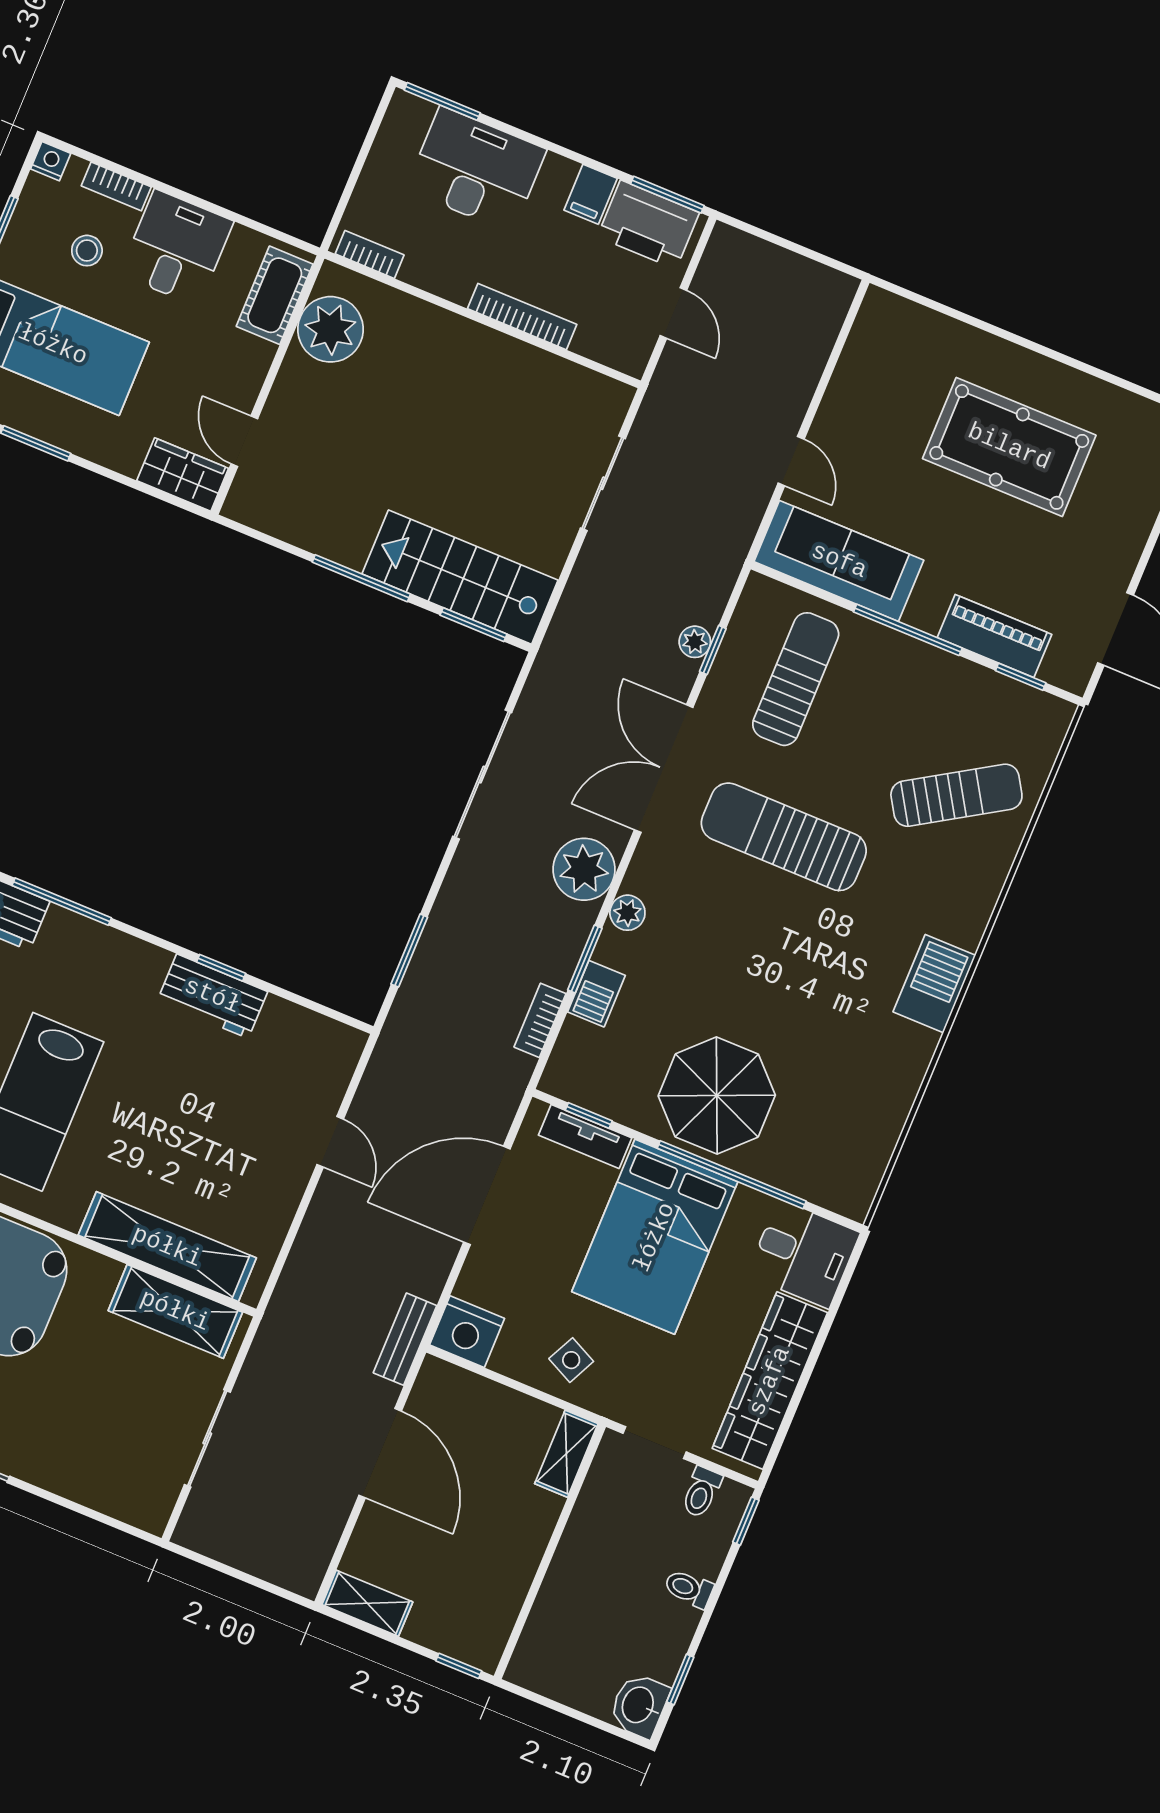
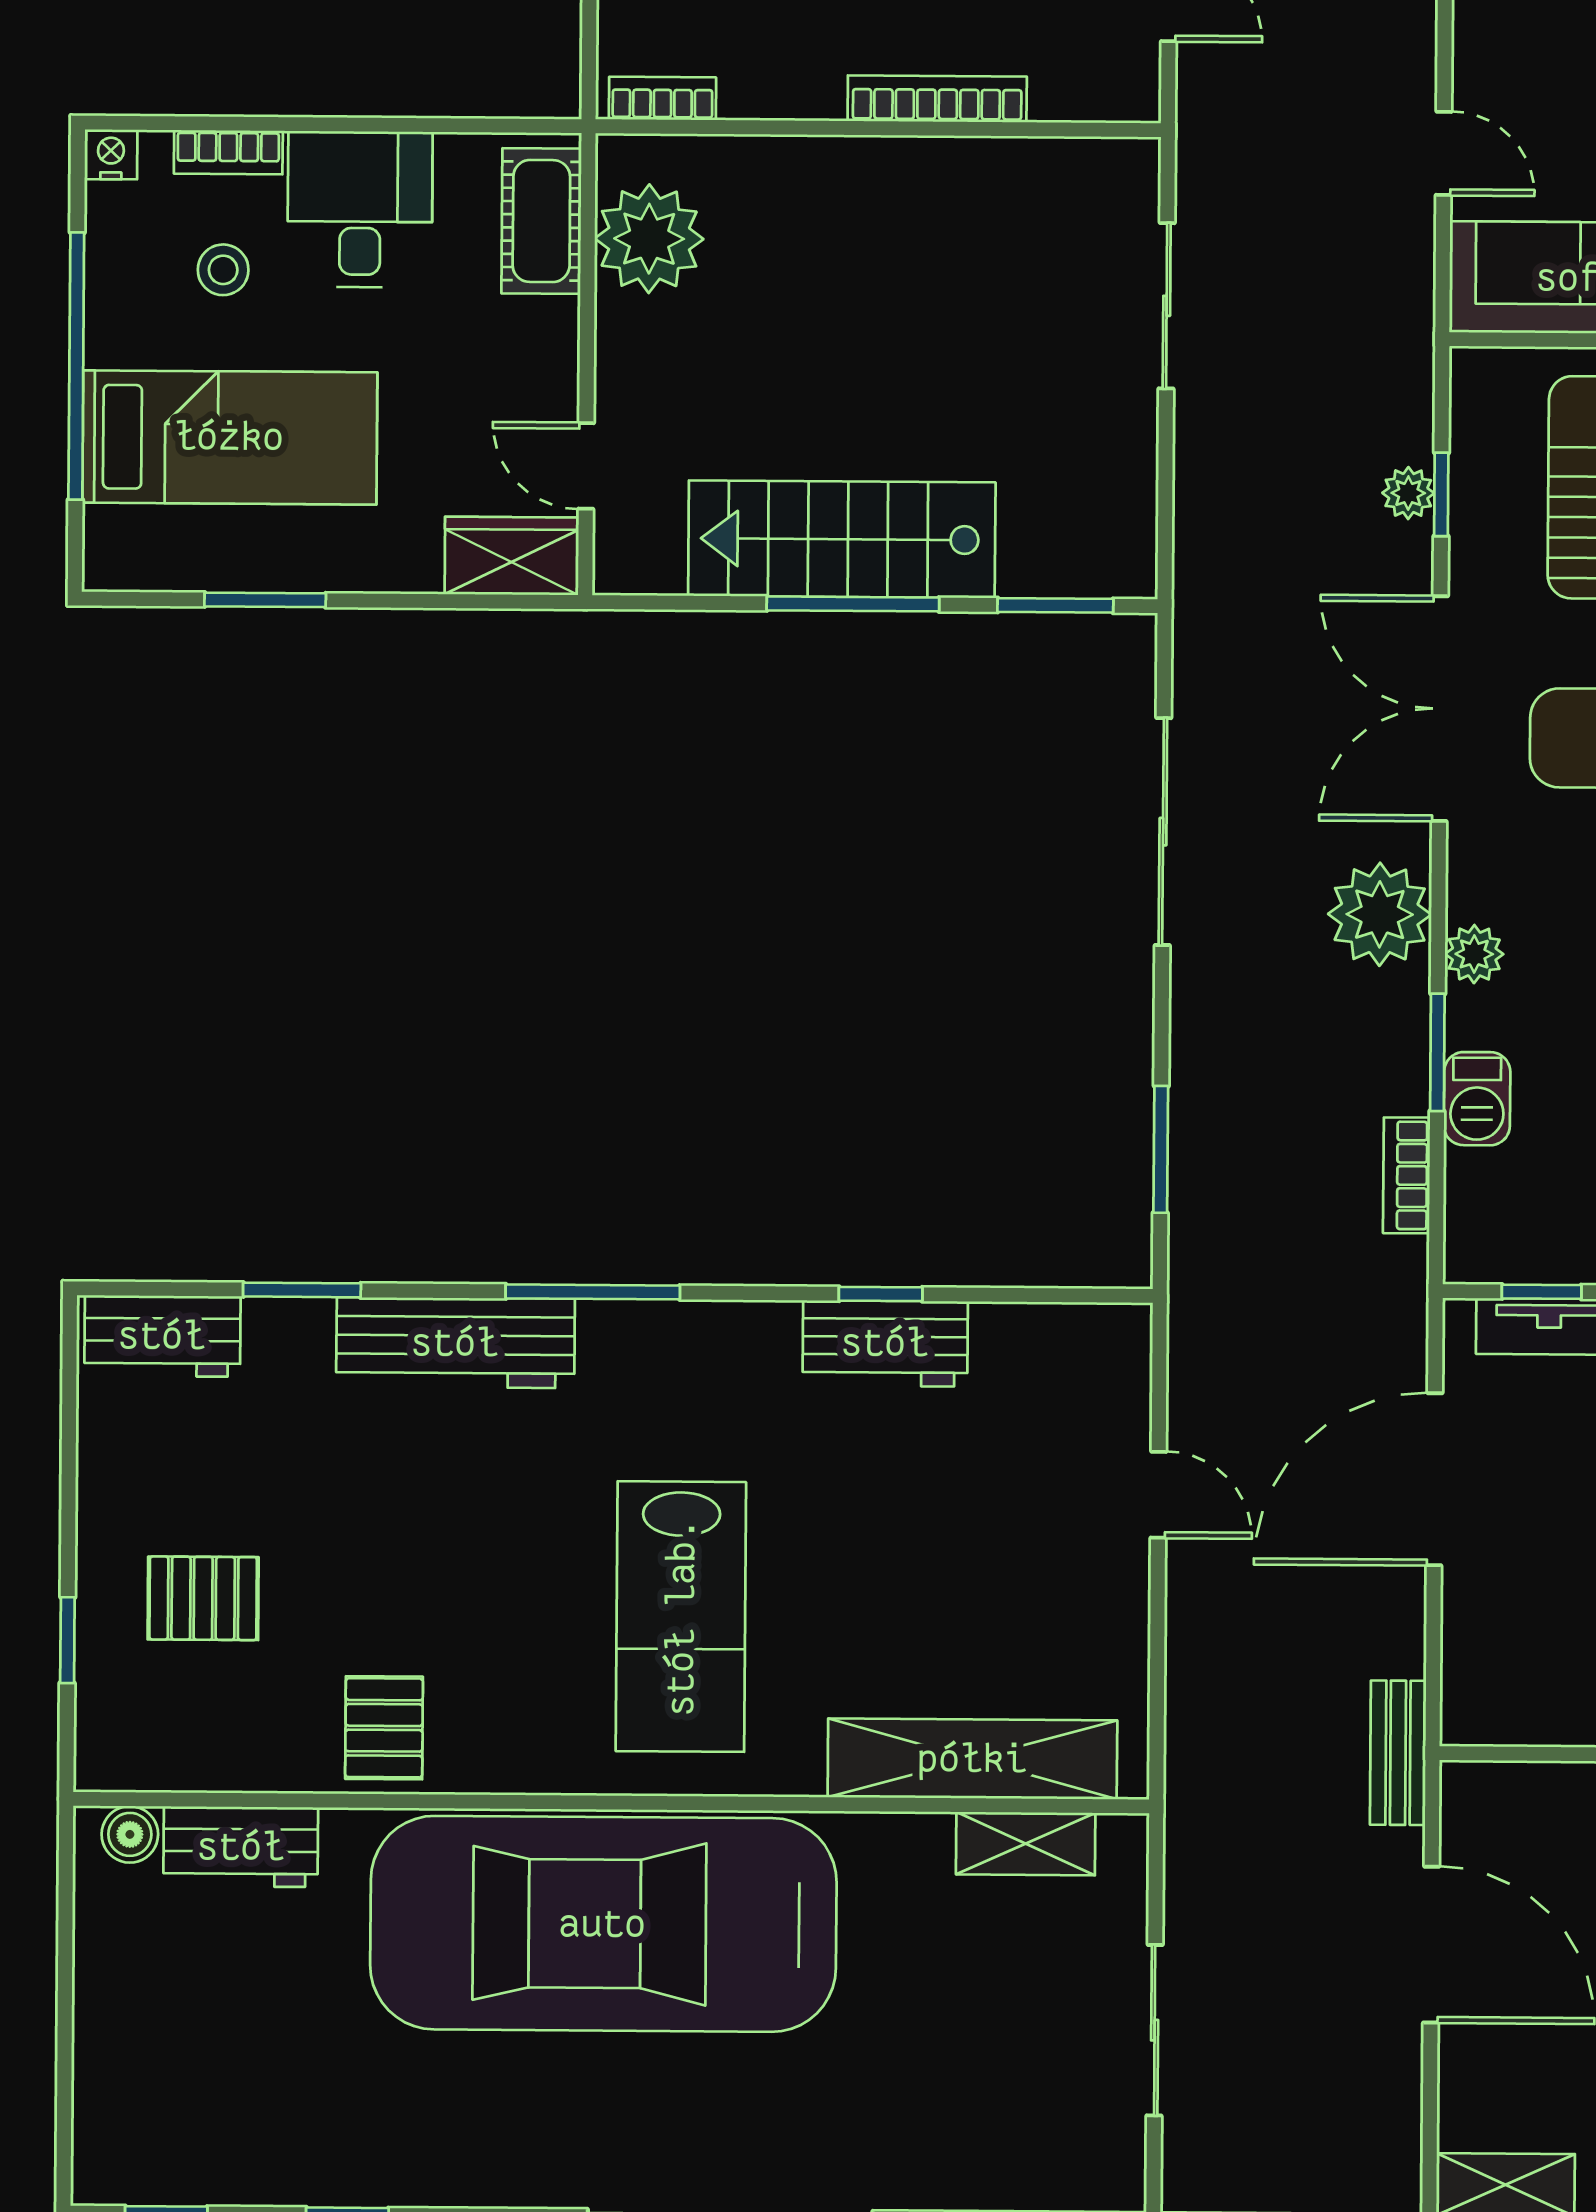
stairs: (460, 577) -> (842, 539), moved
shelving: (175, 1311) -> (1026, 1844), width x0.67, depth x0.75
nightstand: (467, 1332) -> (1489, 1702), removed

